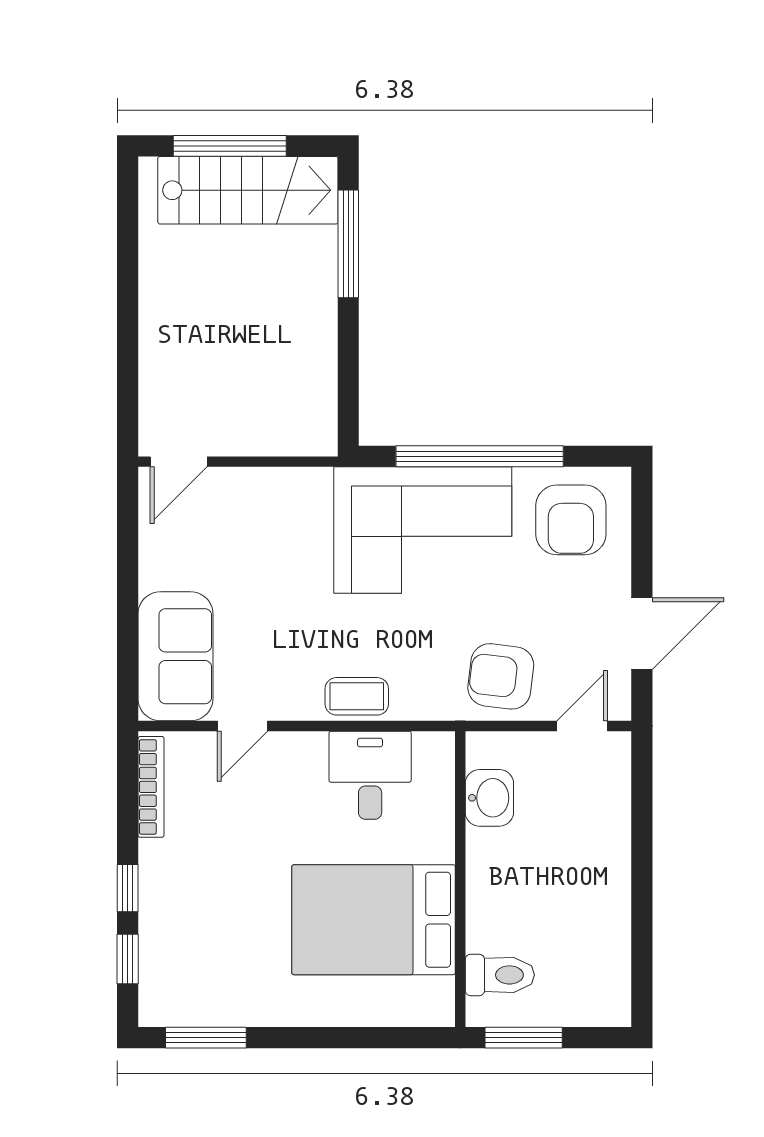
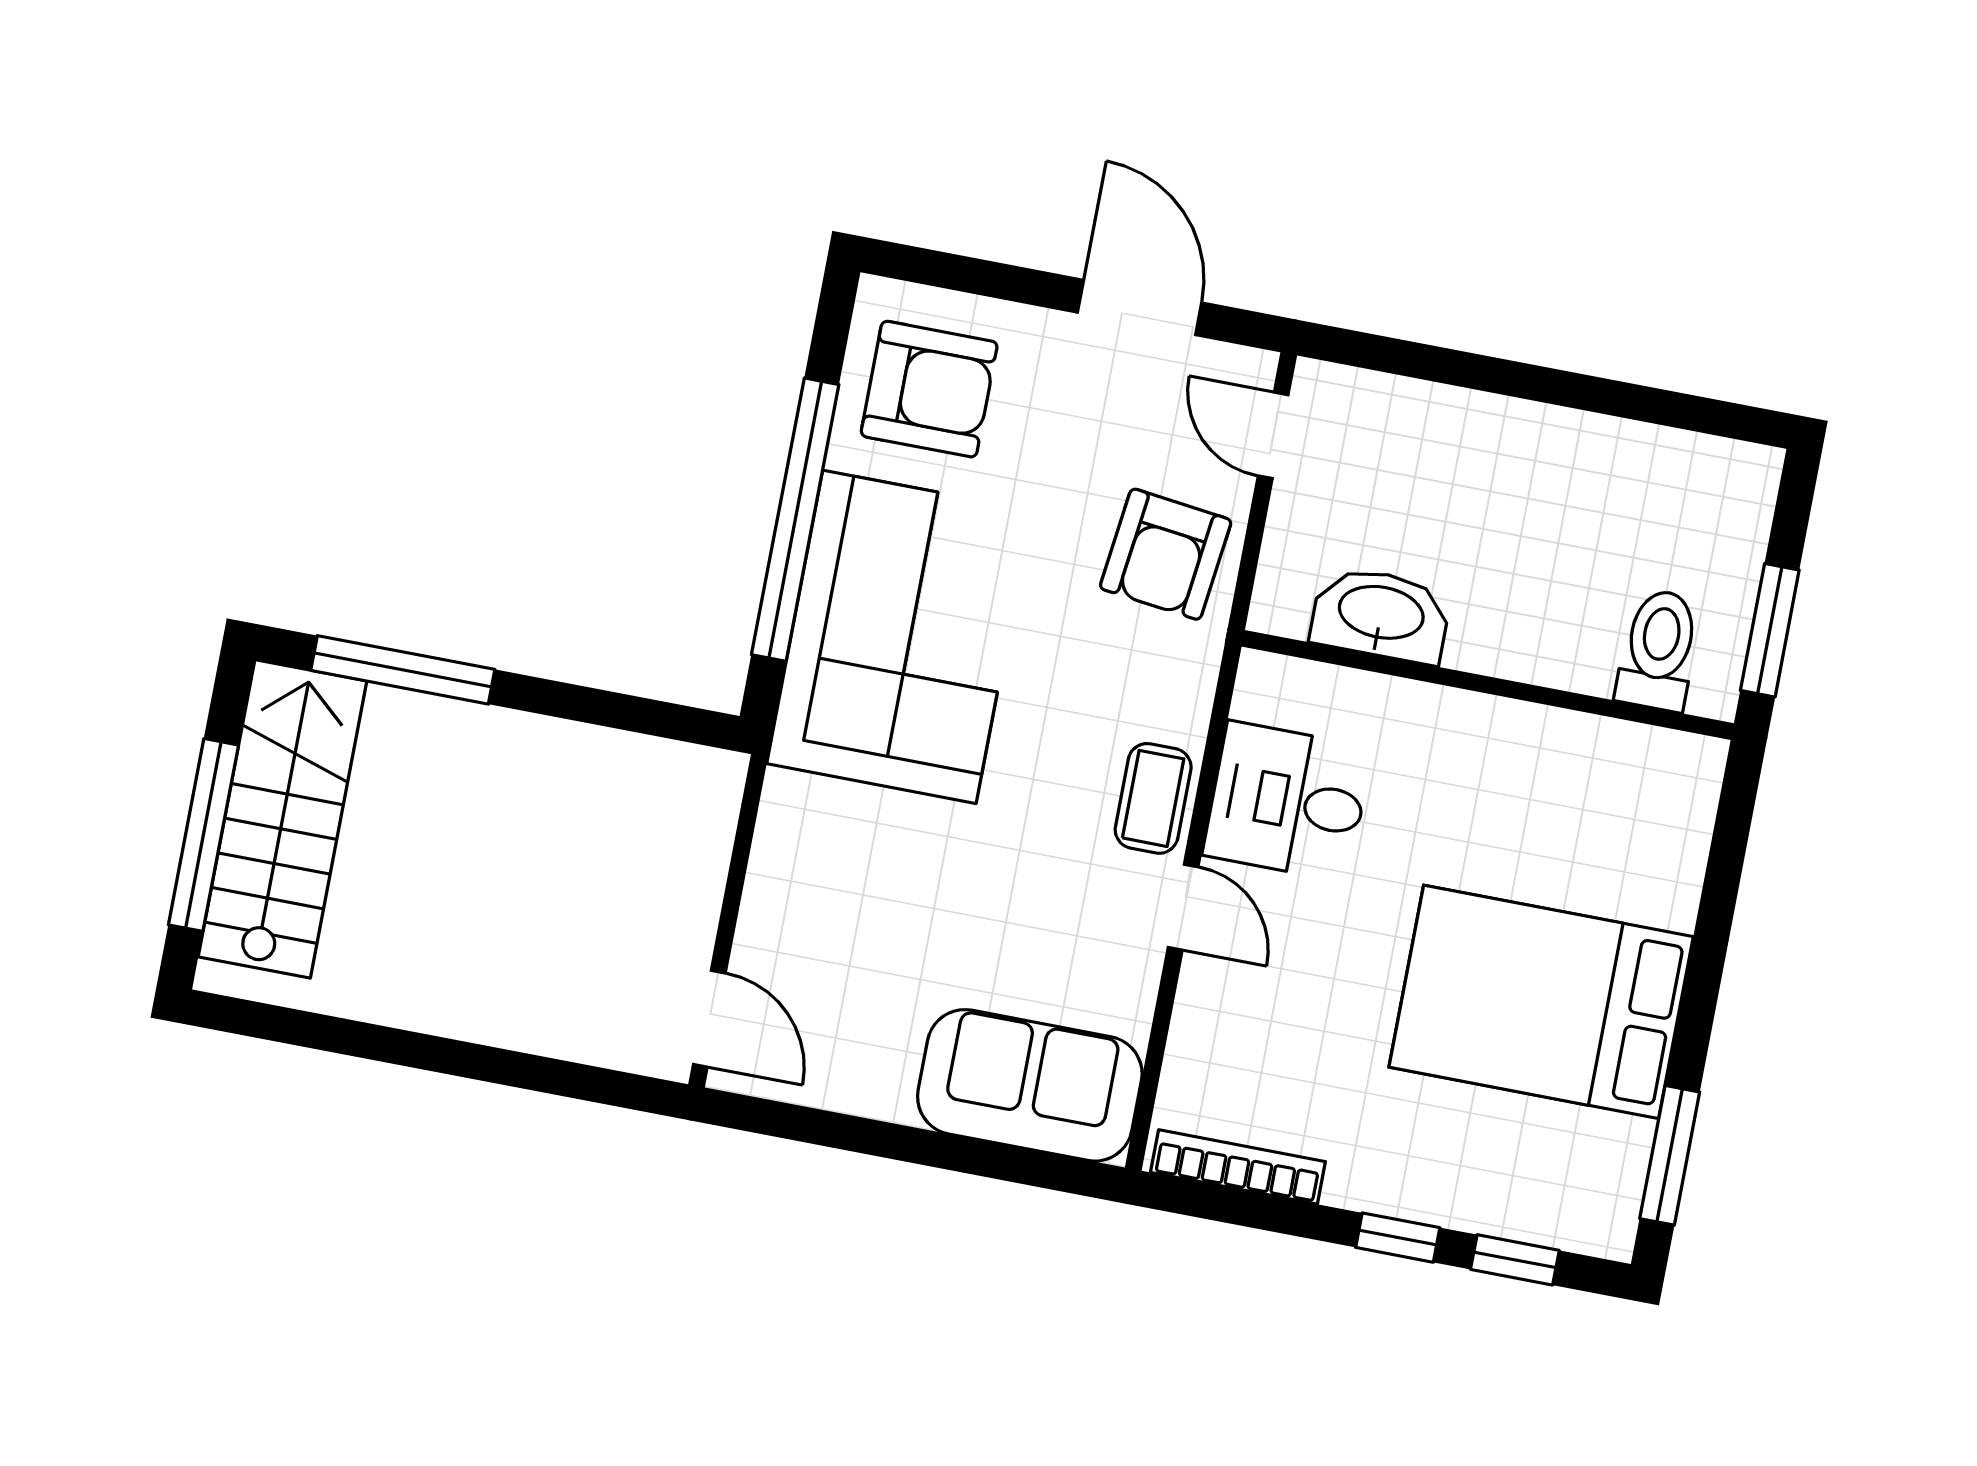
door: (243, 726) -> (1183, 907), moved
washbasin: (489, 798) -> (1381, 615), width x1.38
bed: (374, 920) -> (1541, 1002), moved, turned 90

